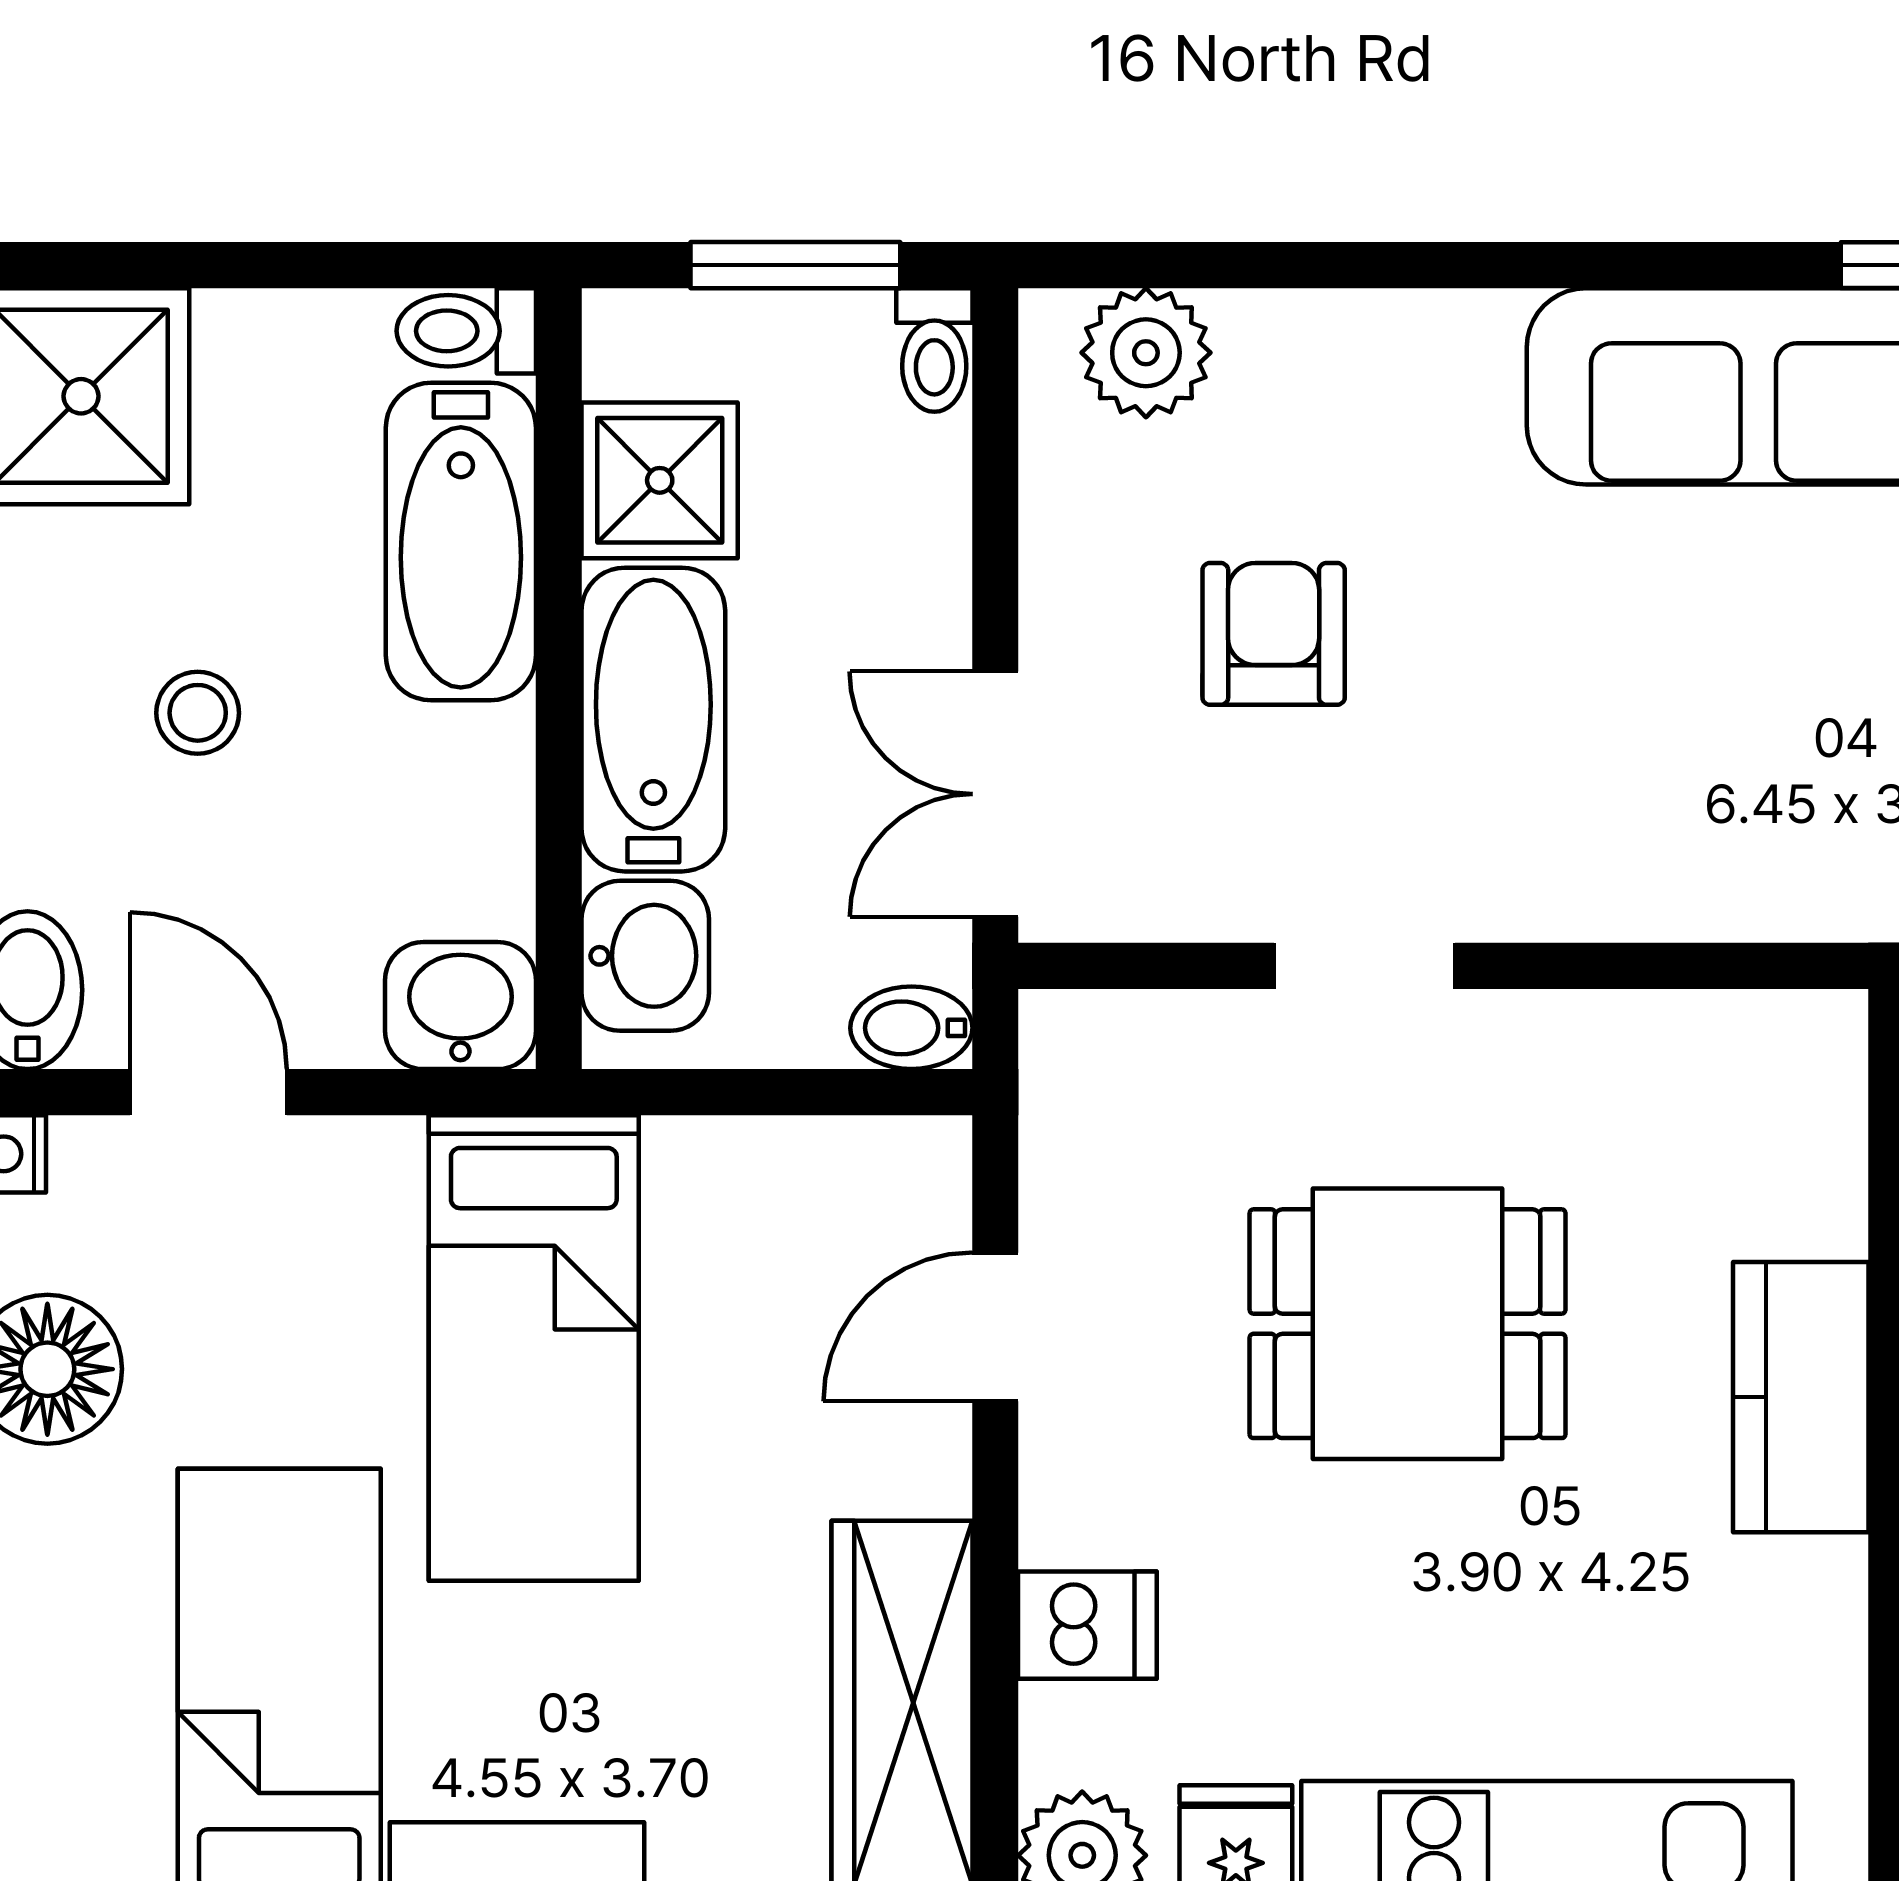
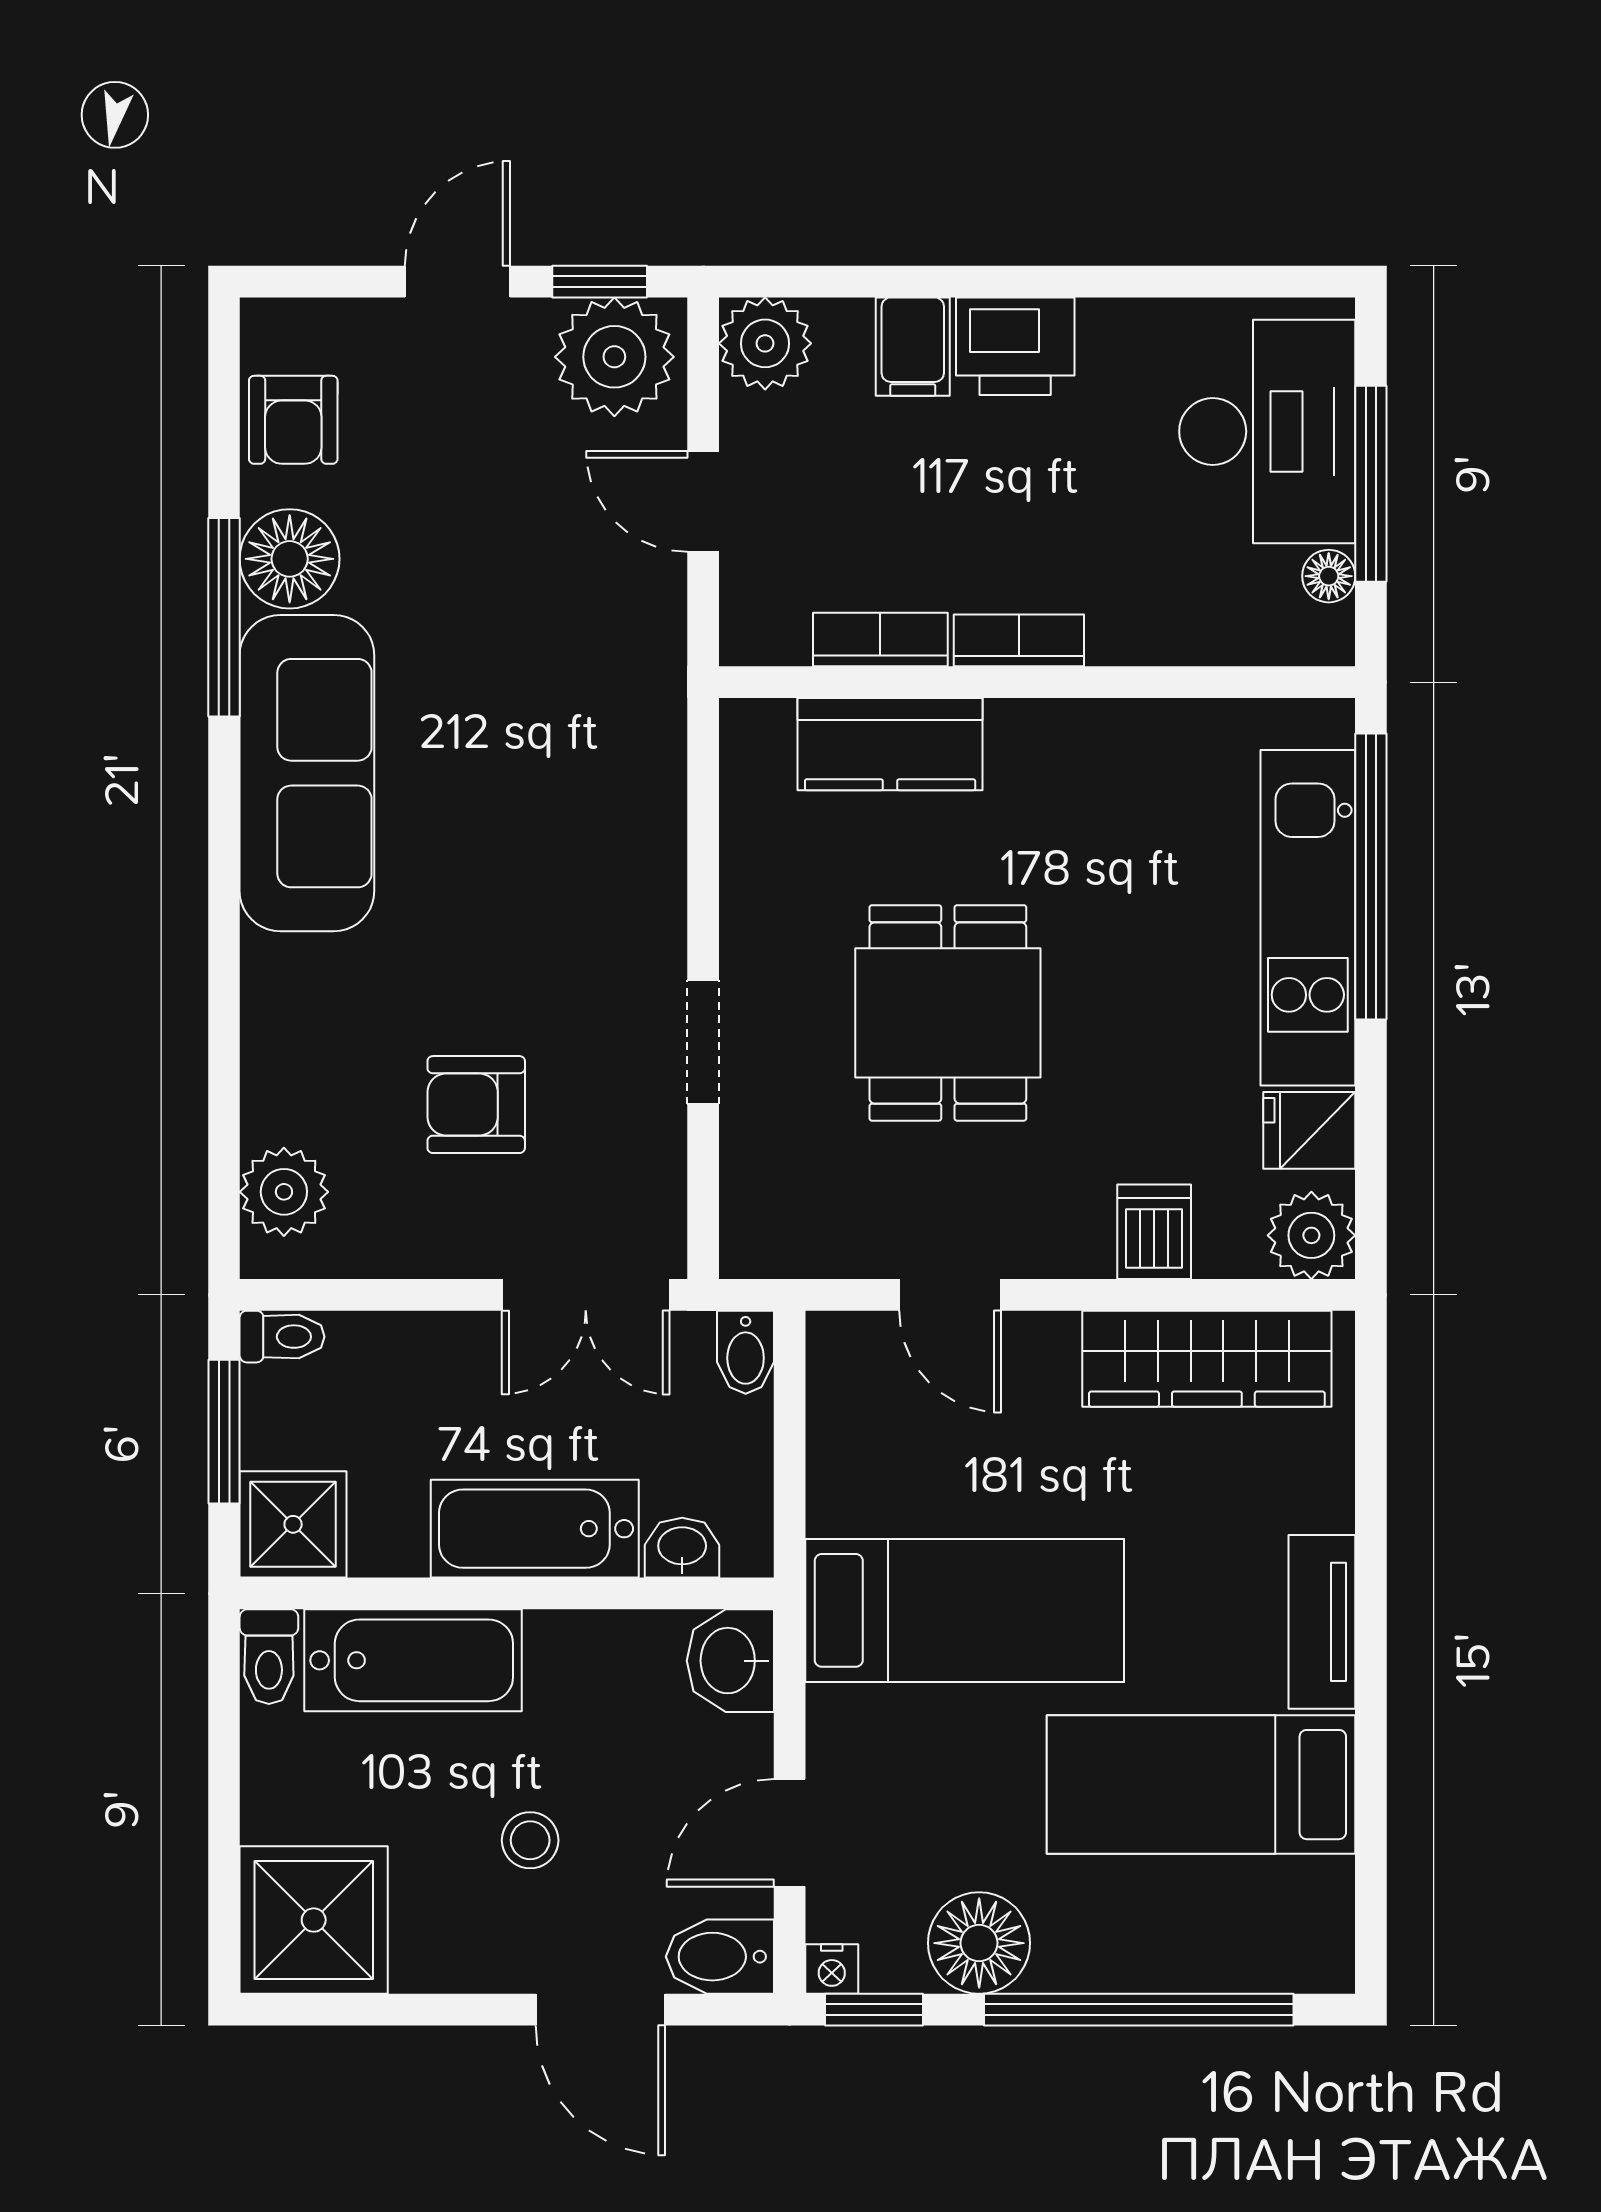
shower: (660, 480) -> (293, 1524), moved
washbasin: (645, 956) -> (682, 1548), width x0.72, depth x0.69
kitchen counter: (1801, 1397) -> (890, 744), moved

